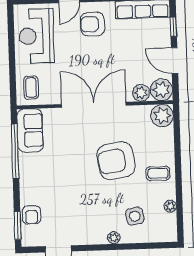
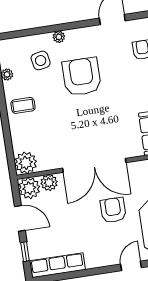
armchair: (93, 24) -> (113, 210), moved, turned -90
armchair: (116, 161) -> (82, 77), moved, turned -81

